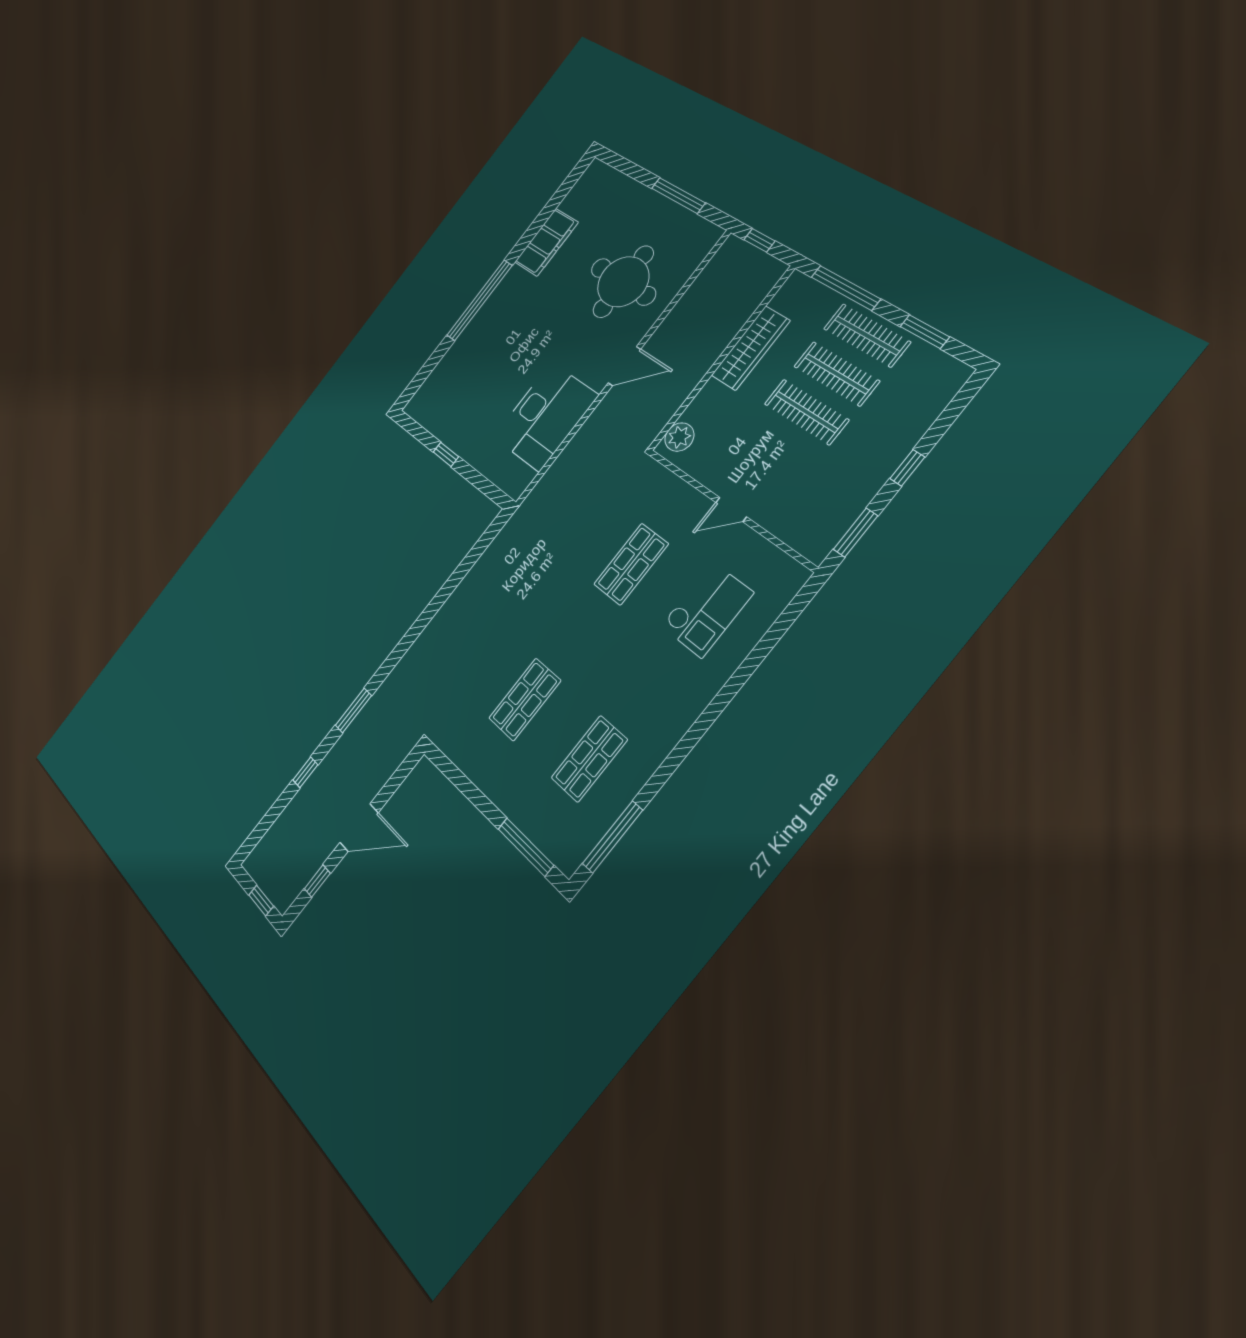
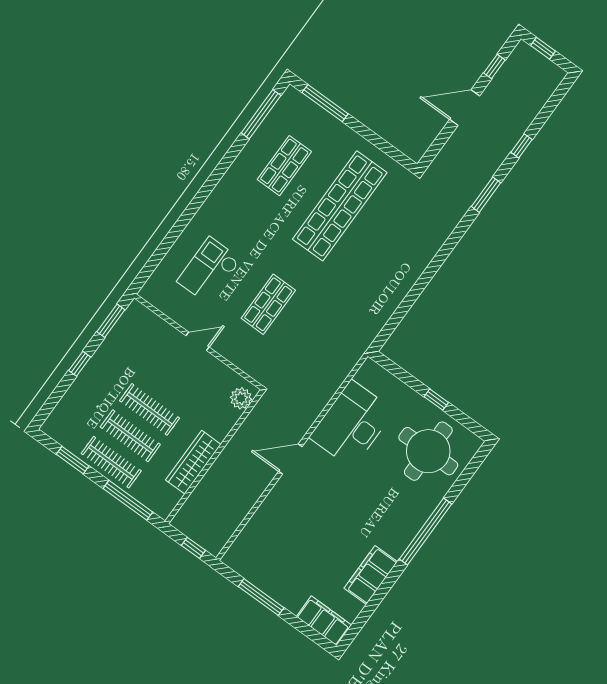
filing cabinet: (606, 182) -> (324, 621), added
round table: (623, 282) -> (428, 451), moved
shop shelf: (525, 699) -> (340, 206), width x2.00, depth x1.36

